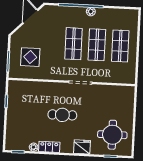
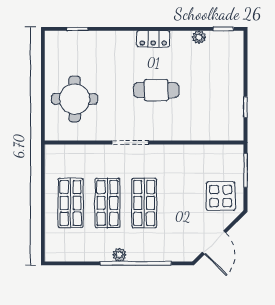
display table: (30, 57) -> (221, 196), moved
round table: (112, 135) -> (75, 99), moved
locker: (49, 147) -> (153, 39), moved
fridge: (82, 147) -> (123, 41), removed

